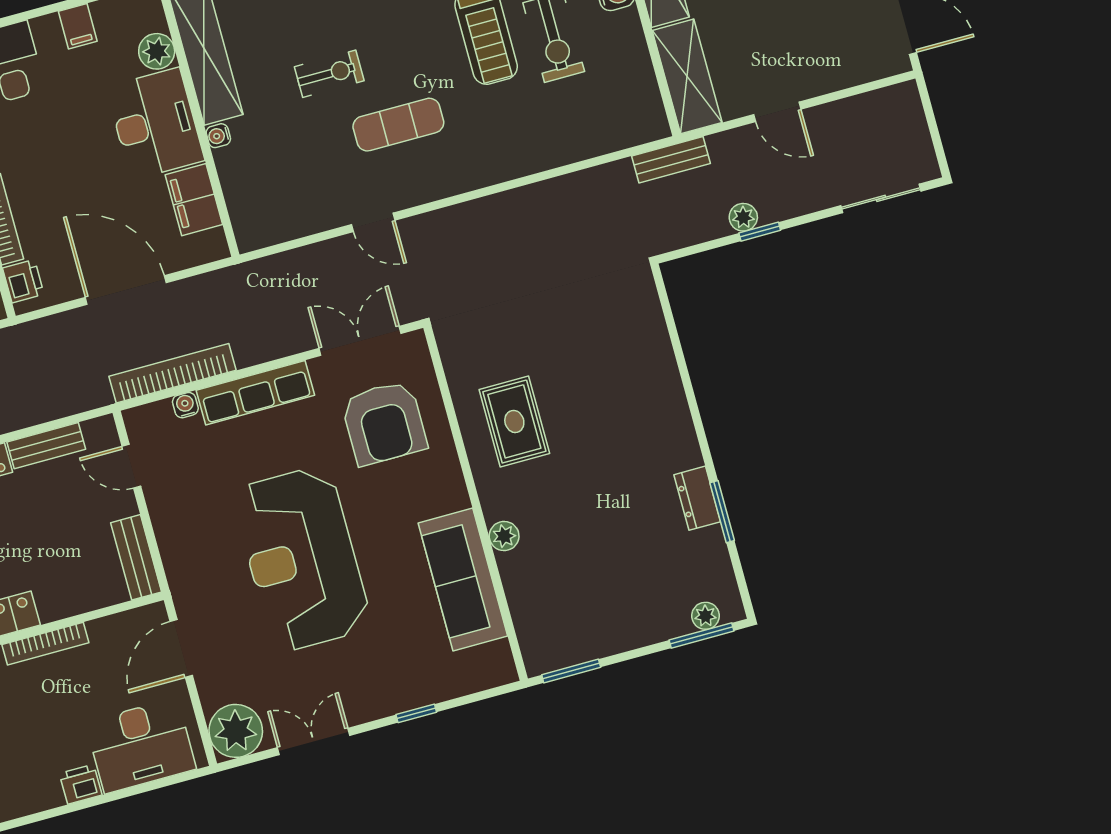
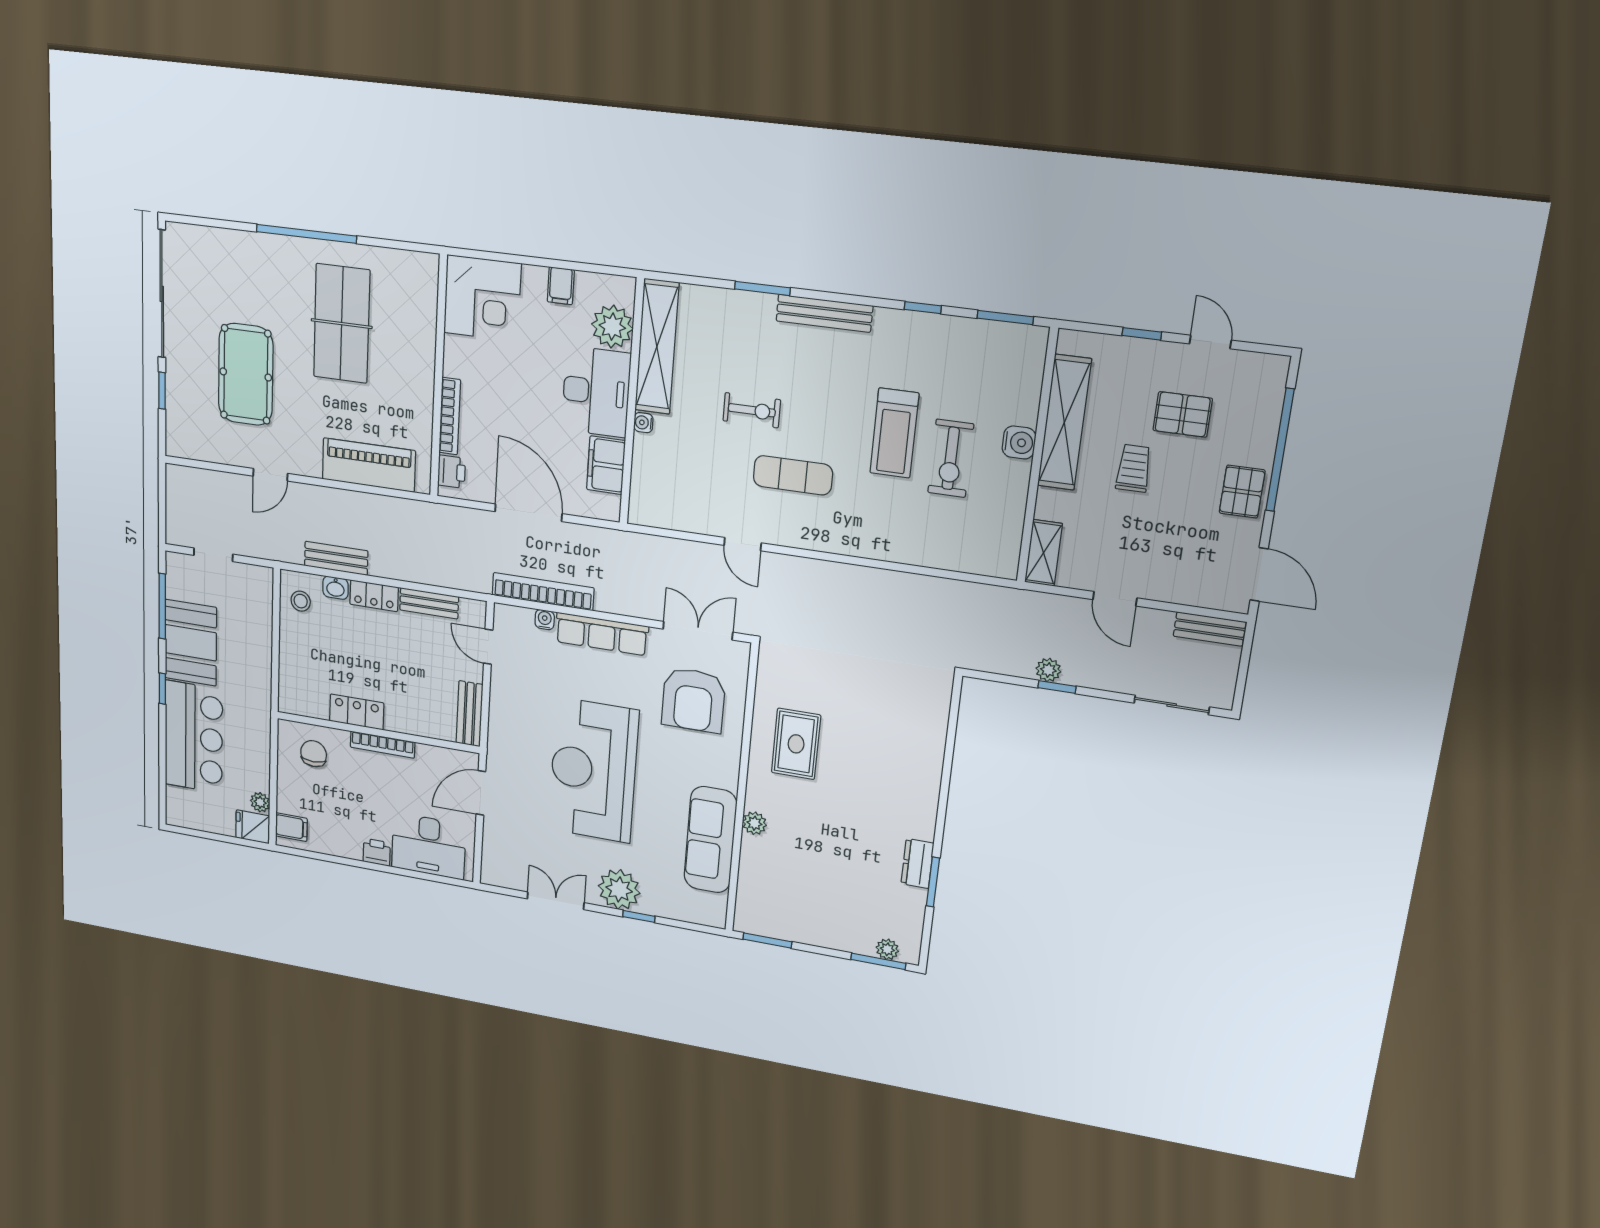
plant: (157, 51) -> (612, 327), width x1.36, depth x1.36
shelving: (687, 76) -> (1044, 553), width x0.67, depth x0.75
bench: (671, 160) -> (1209, 629), moved
plant: (236, 731) -> (619, 889), moved

